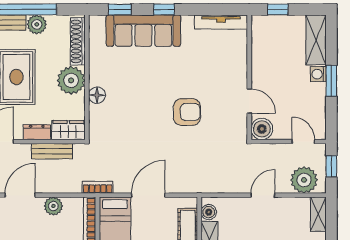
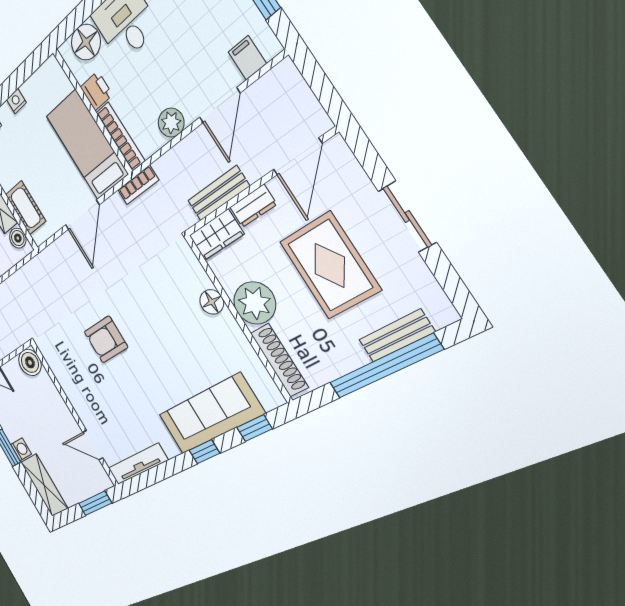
window: (278, 9) -> (95, 503), width x1.50
plant: (37, 24) -> (349, 356), removed
door: (249, 101) -> (93, 445), moved

